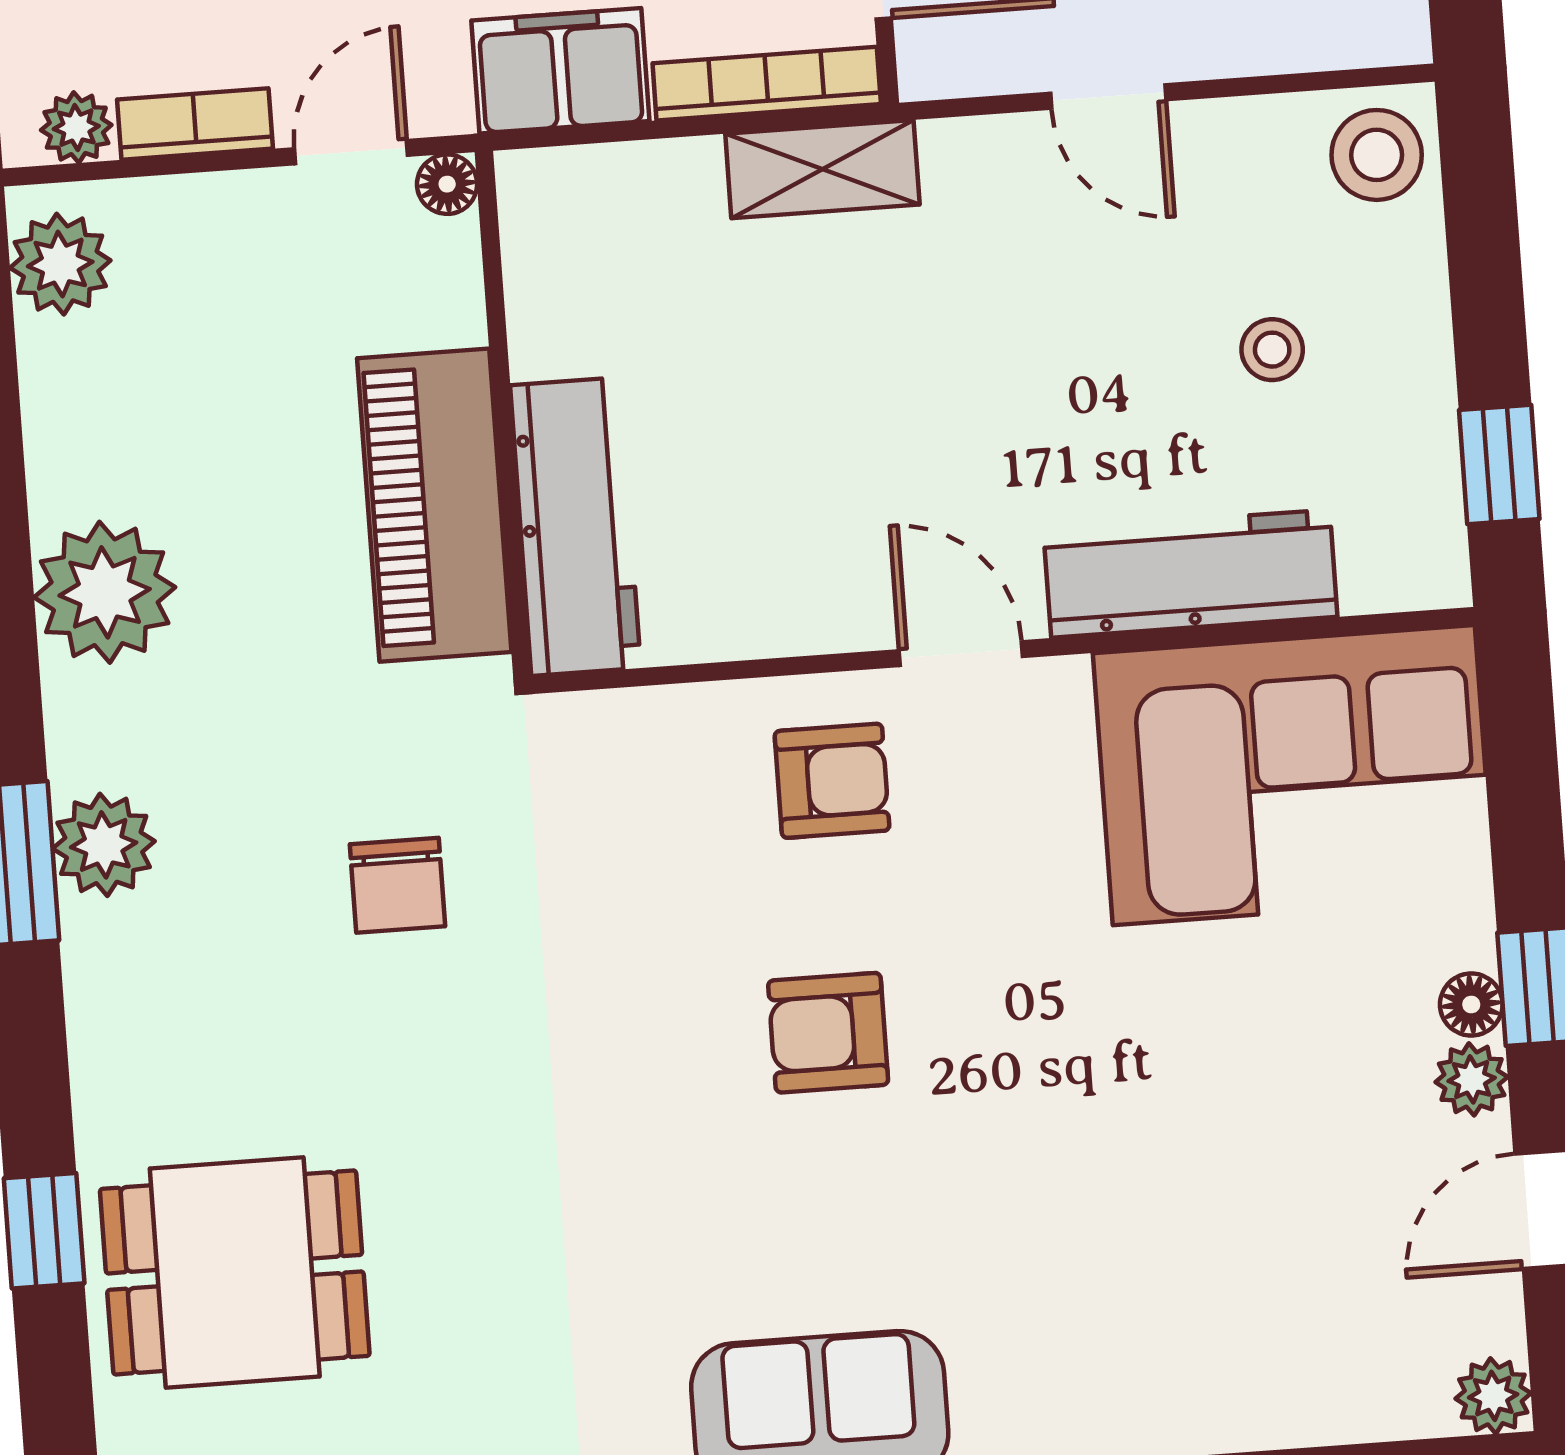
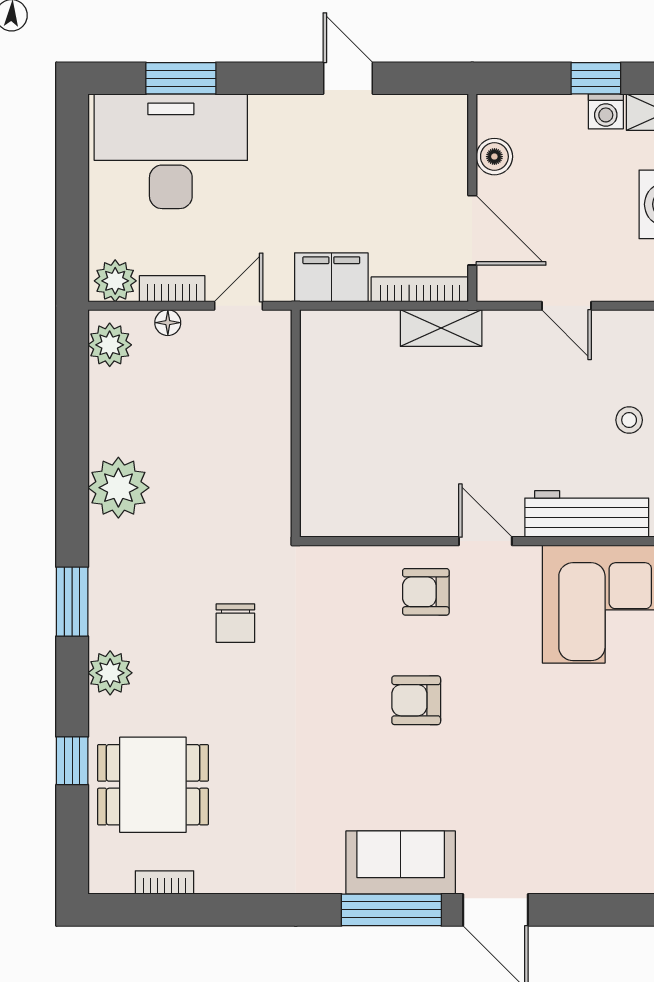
plant: (76, 128) -> (115, 281), width x1.38, depth x1.38
floor lamp: (447, 184) -> (168, 323), moved
piano: (434, 505) -> (263, 461), removed
workbench: (575, 527) -> (323, 474), removed
armchair: (832, 781) -> (426, 592), turned 180
plant: (104, 845) -> (110, 673), moved

